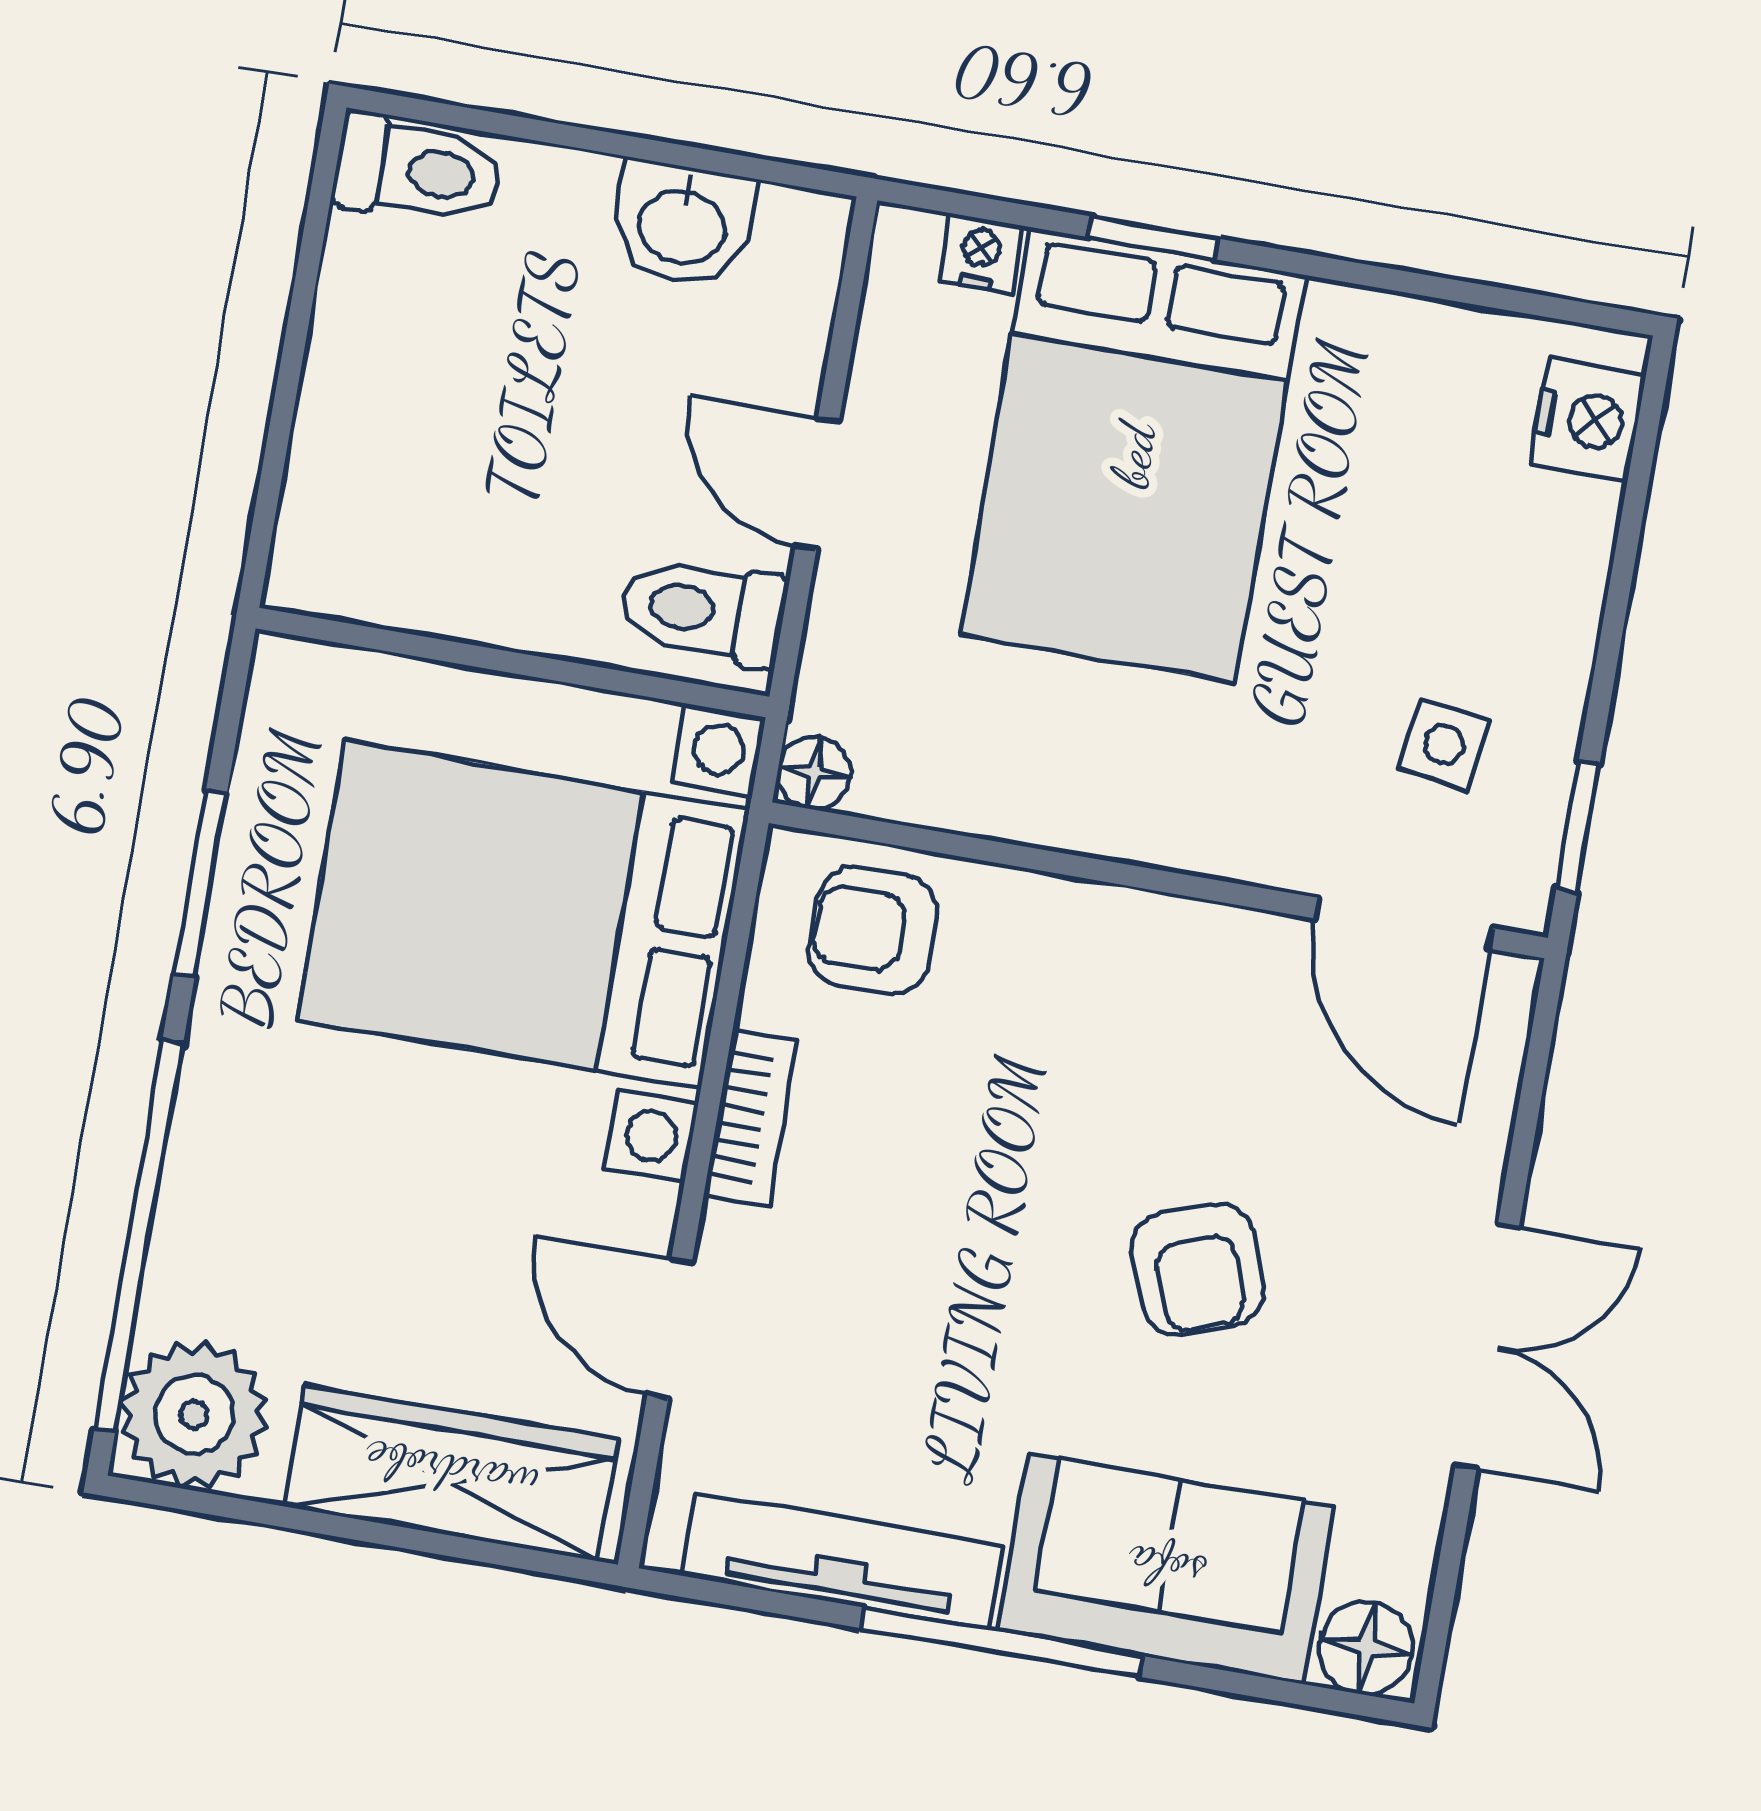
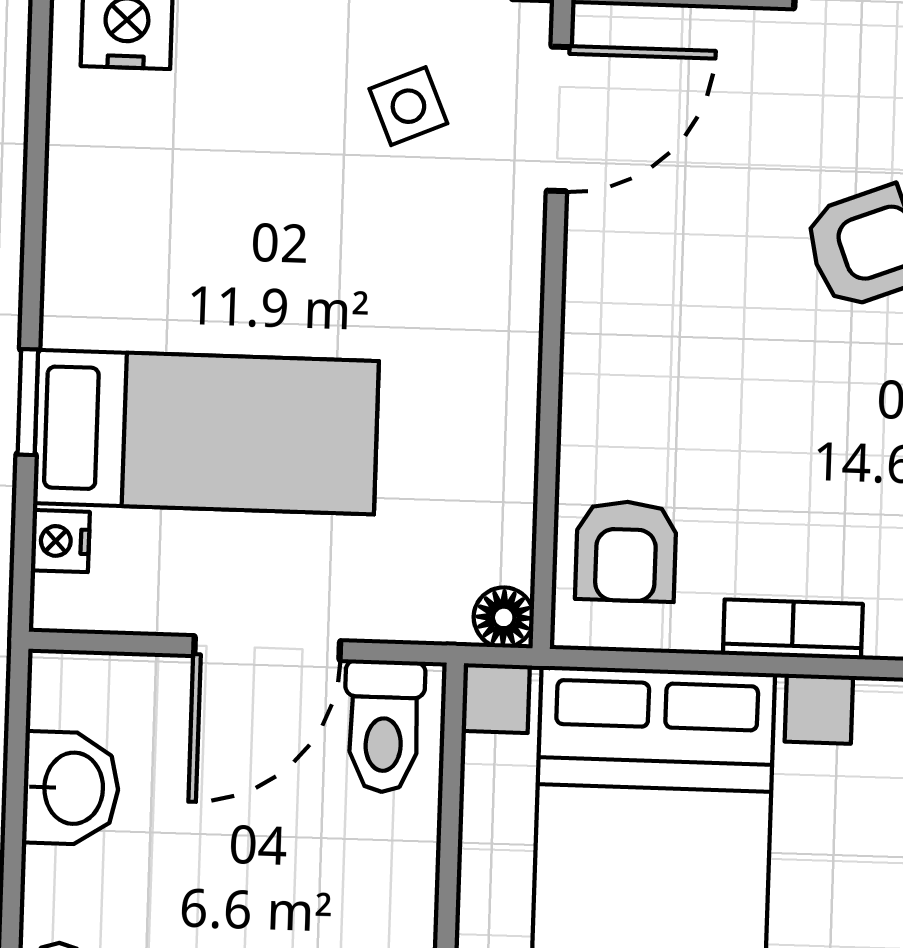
bed: (1133, 455) -> (206, 432), width x0.67
door: (817, 484) -> (267, 648), width x1.38
side table: (1444, 745) -> (408, 106), turned -31

